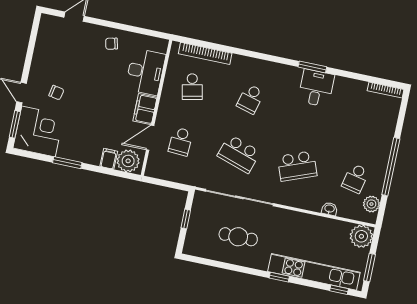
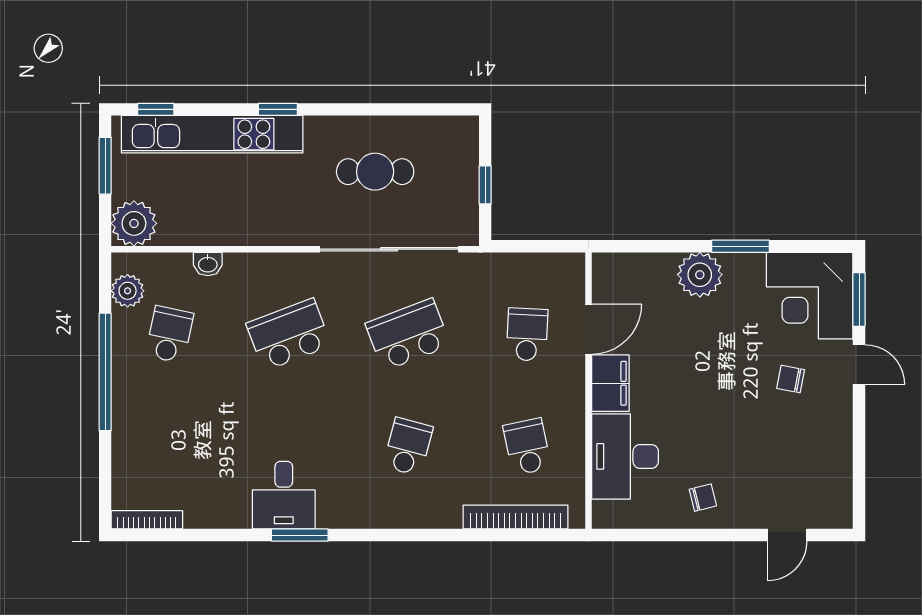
school desk: (239, 154) -> (408, 334), turned -39
filing cabinet: (109, 159) -> (661, 271), removed
plant: (128, 161) -> (700, 275), moved

